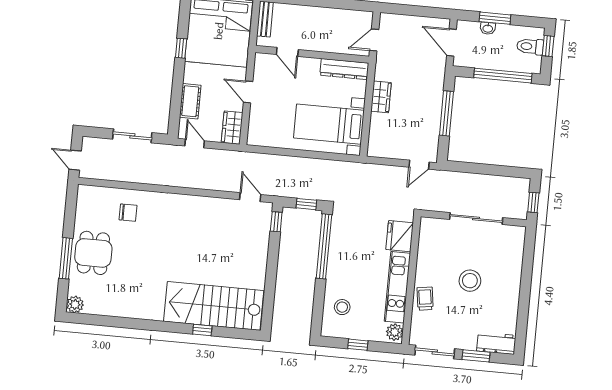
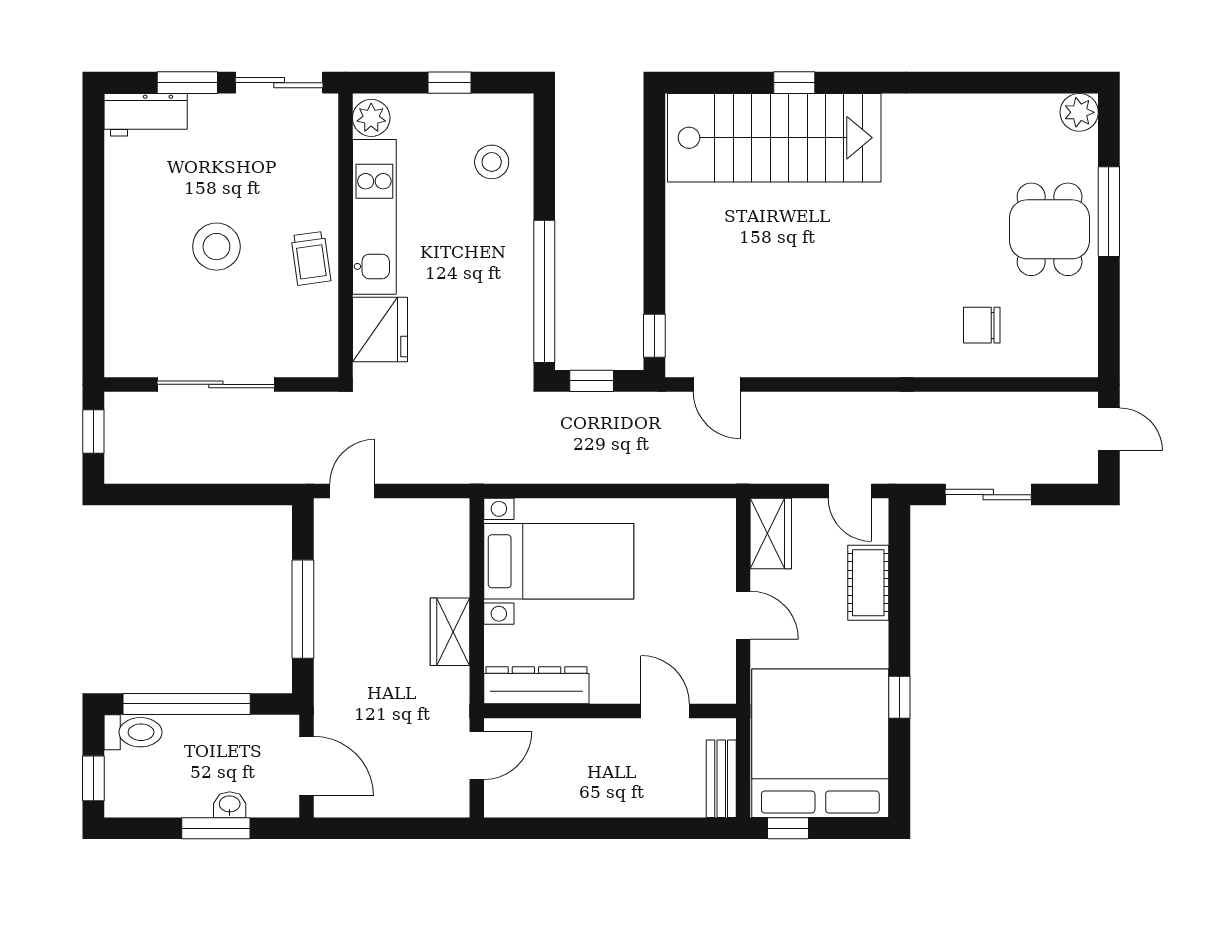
toilet: (530, 46) -> (133, 732), moved
trolley: (425, 299) -> (311, 258), moved

